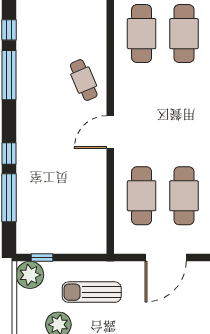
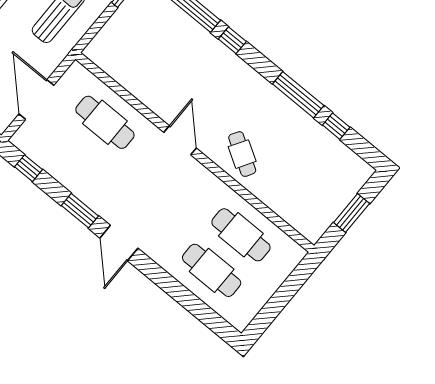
cafe table: (84, 80) -> (242, 154), turned 54
cafe table: (184, 196) -> (76, 158), removed

